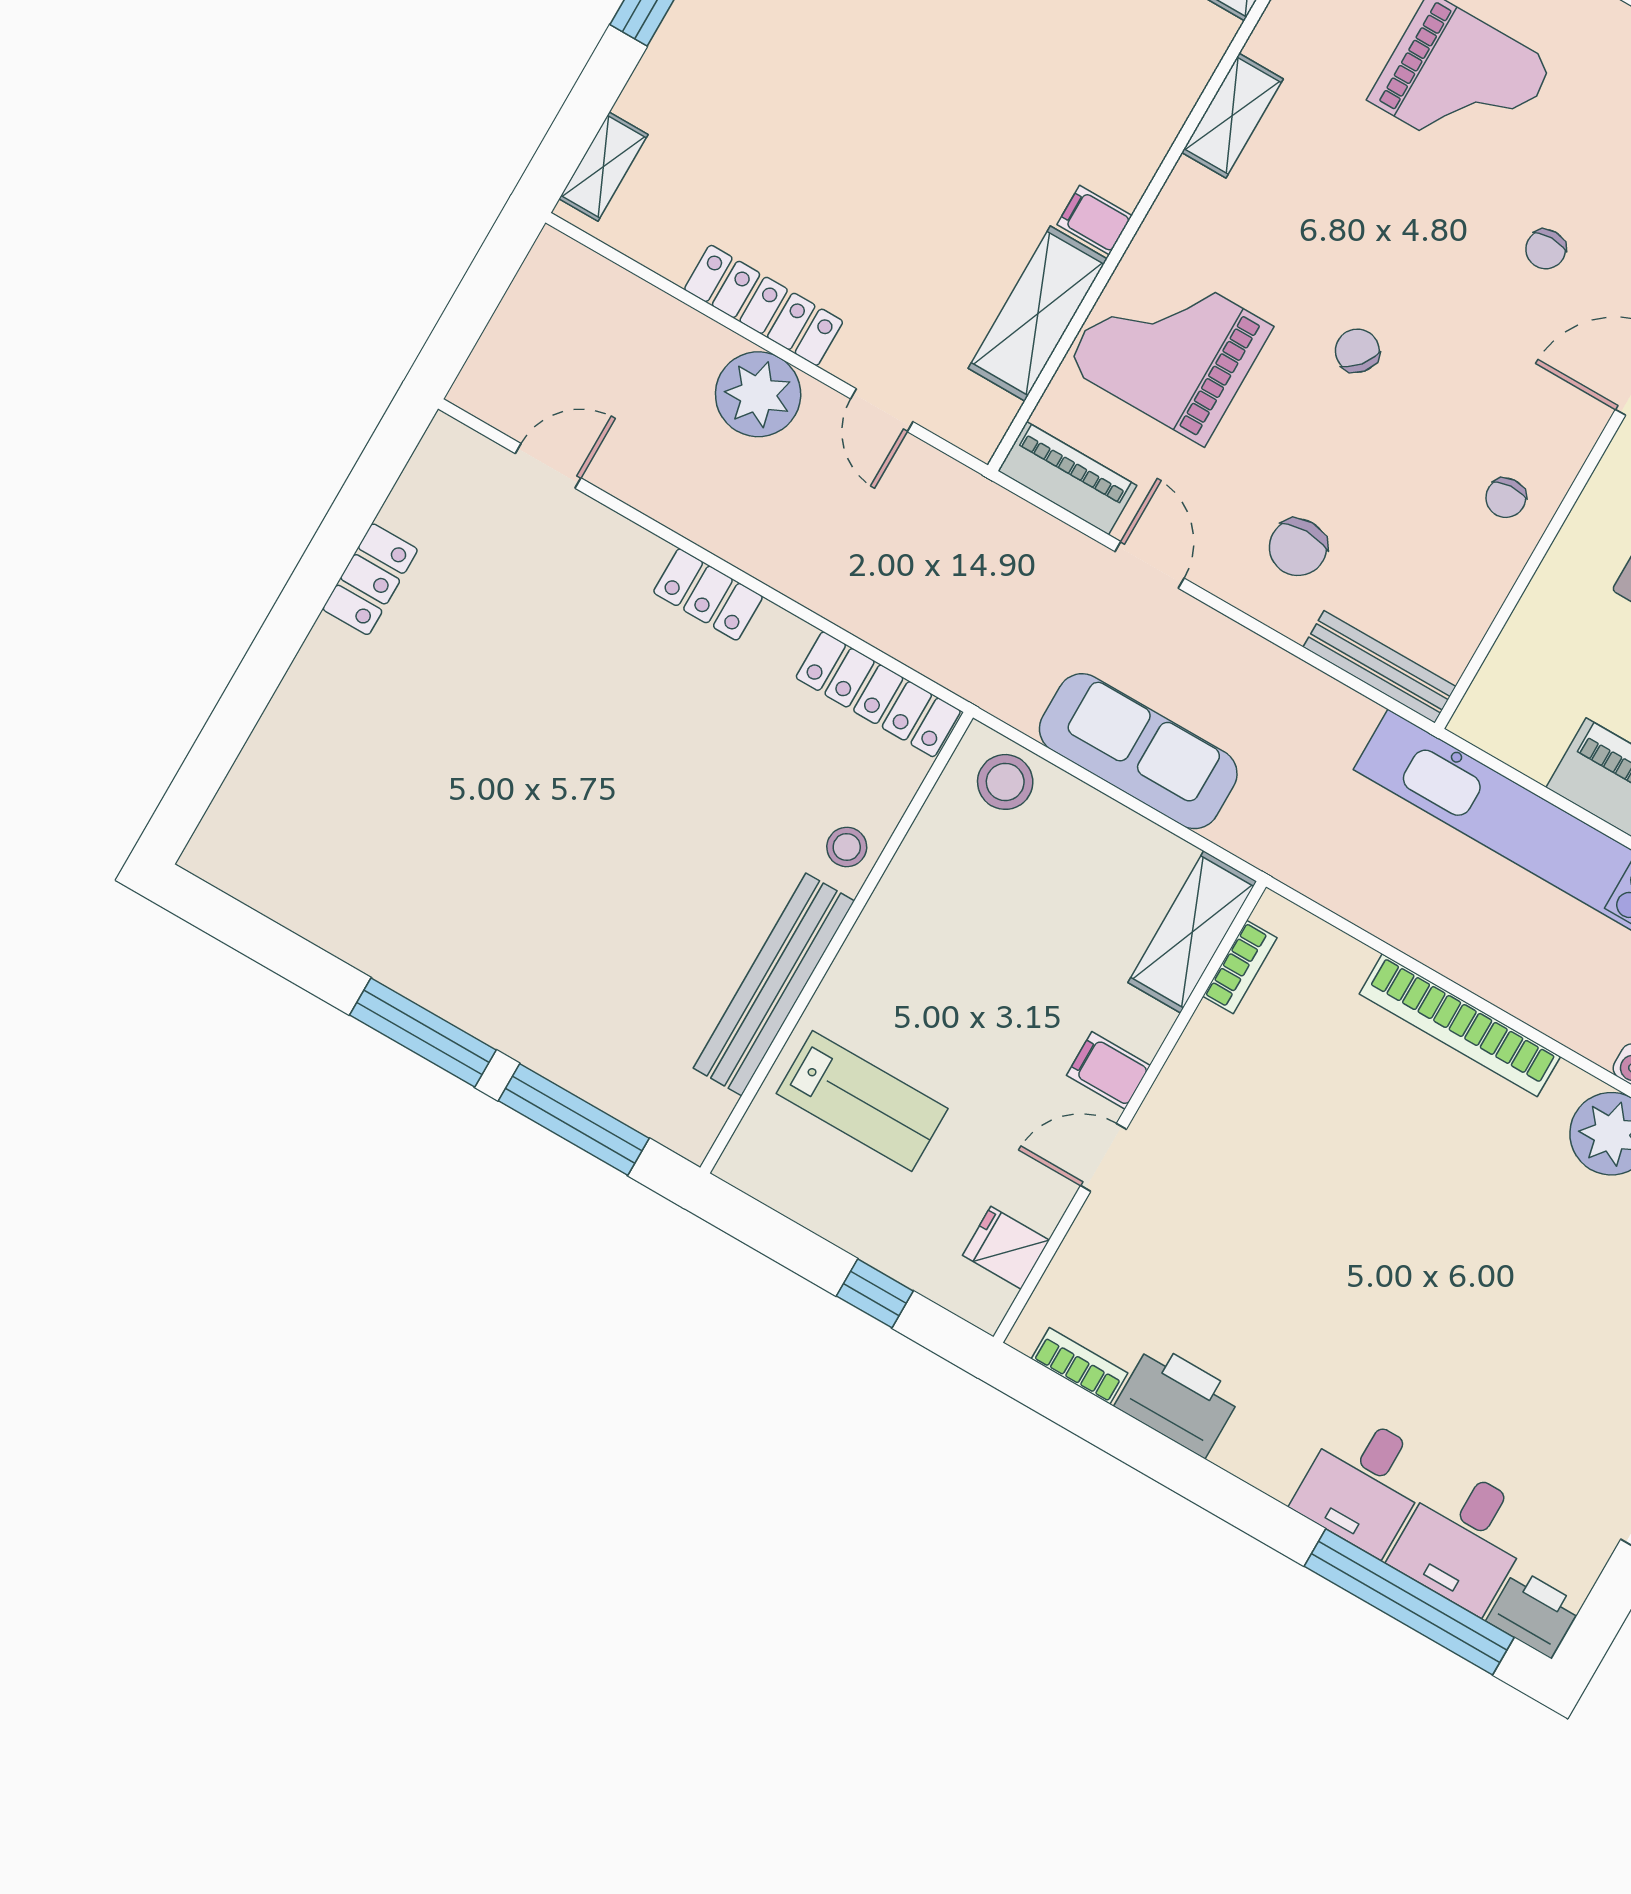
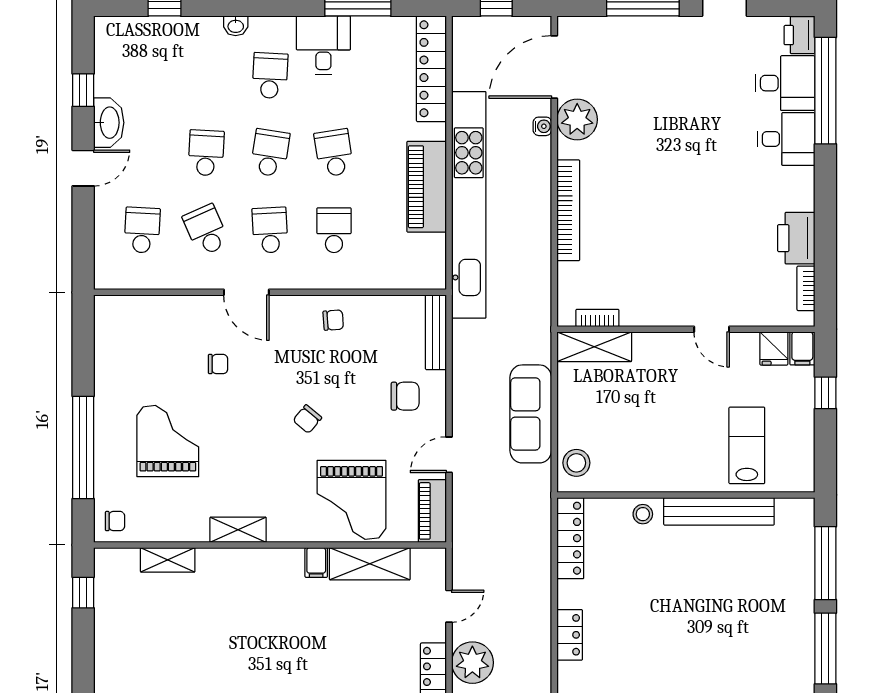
filing cabinet: (1108, 1070) -> (802, 348), moved

